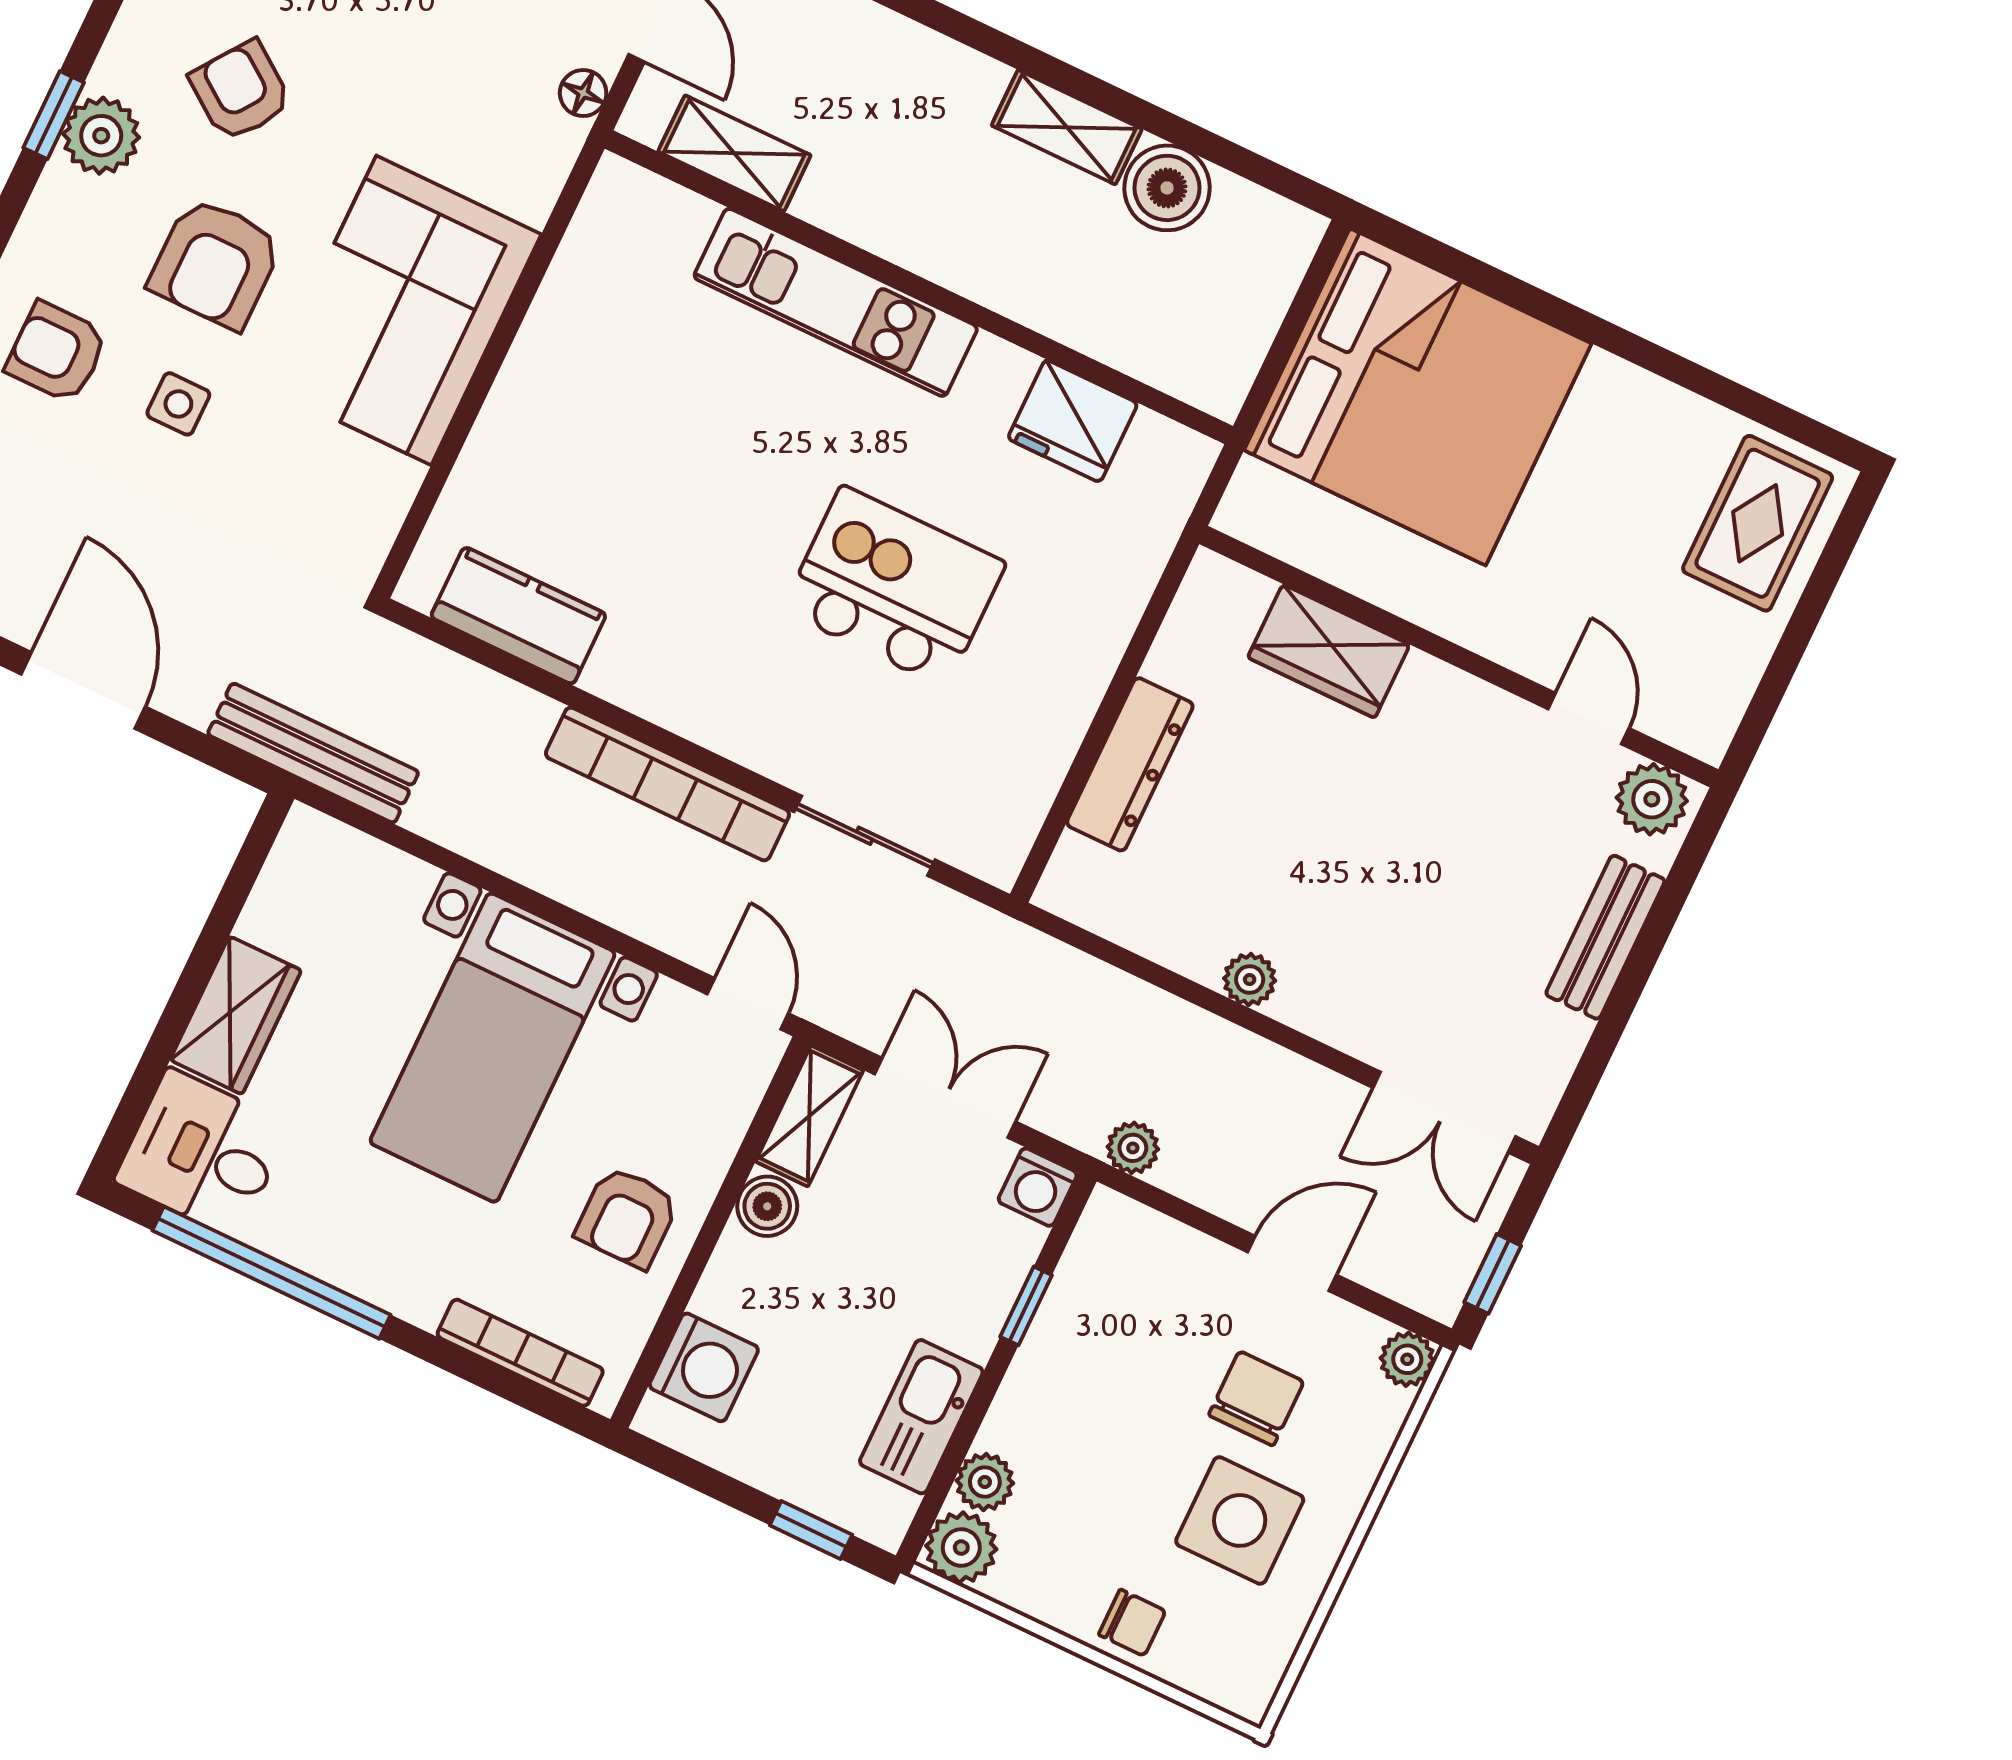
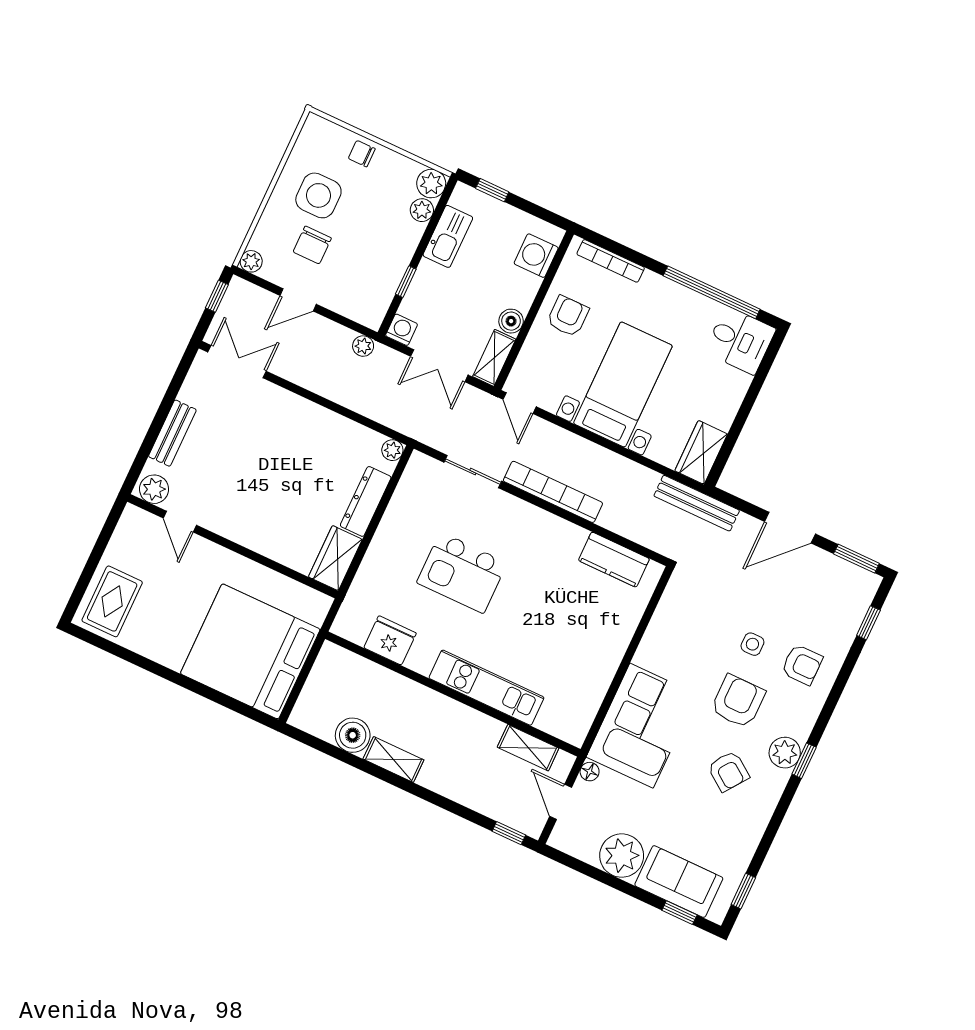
corner sofa: (404, 310) -> (642, 726), moved
wardrobe: (1329, 651) -> (335, 558), moved, turned -90
door: (83, 691) -> (790, 528), hinge flipped
plant: (1250, 980) -> (392, 450), moved
wardrobe: (236, 1015) -> (701, 452), moved

